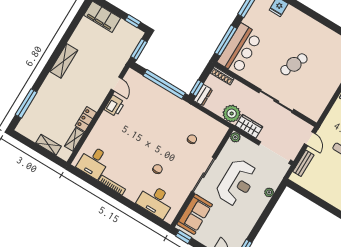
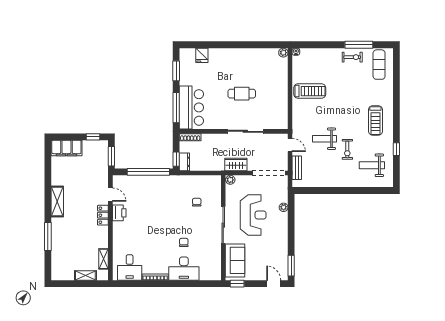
cafe table: (294, 64) -> (242, 94), turned 66
window: (26, 103) -> (48, 236), moved
plant: (232, 114) -> (216, 163), removed
locker: (86, 119) -> (103, 215), moved
desk: (156, 201) -> (184, 269), moved

